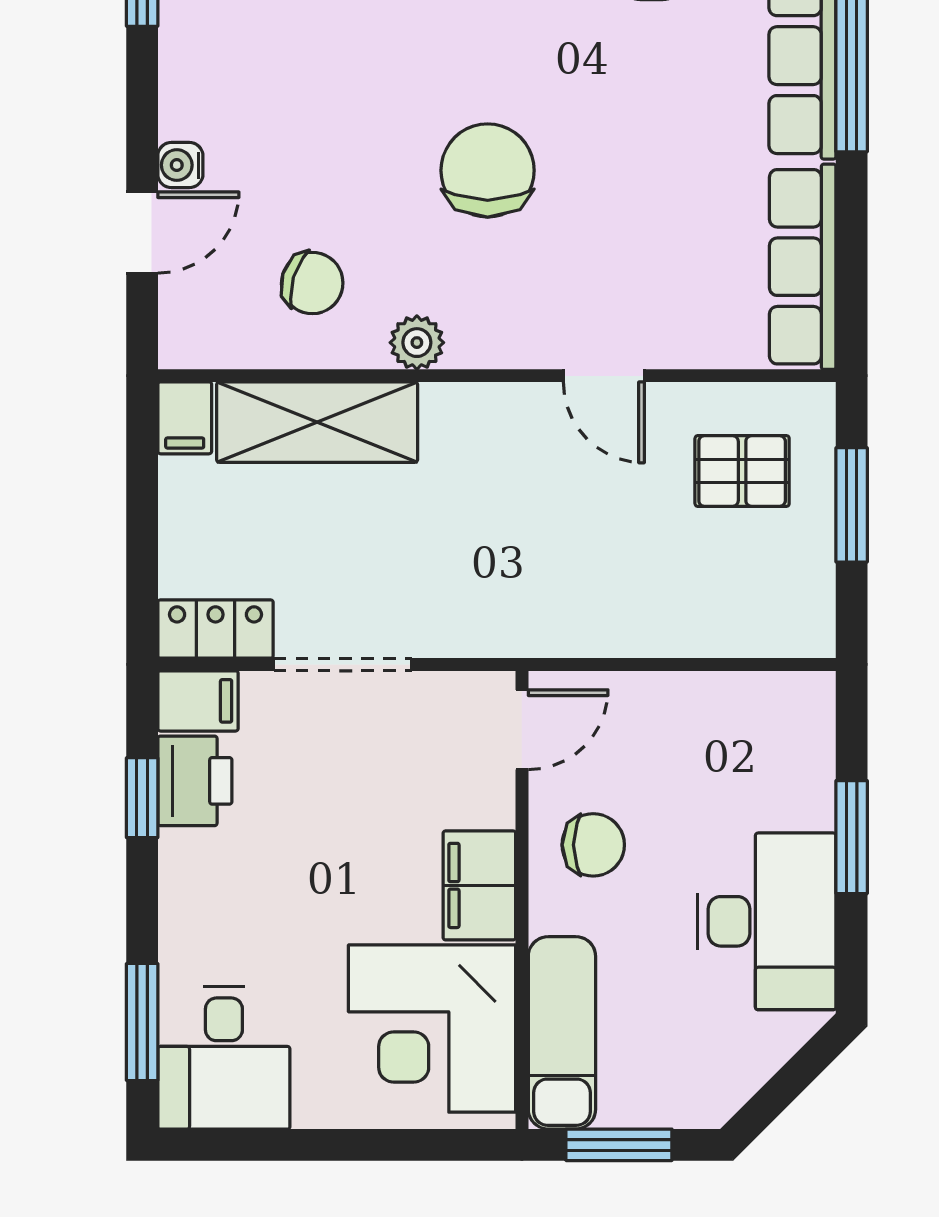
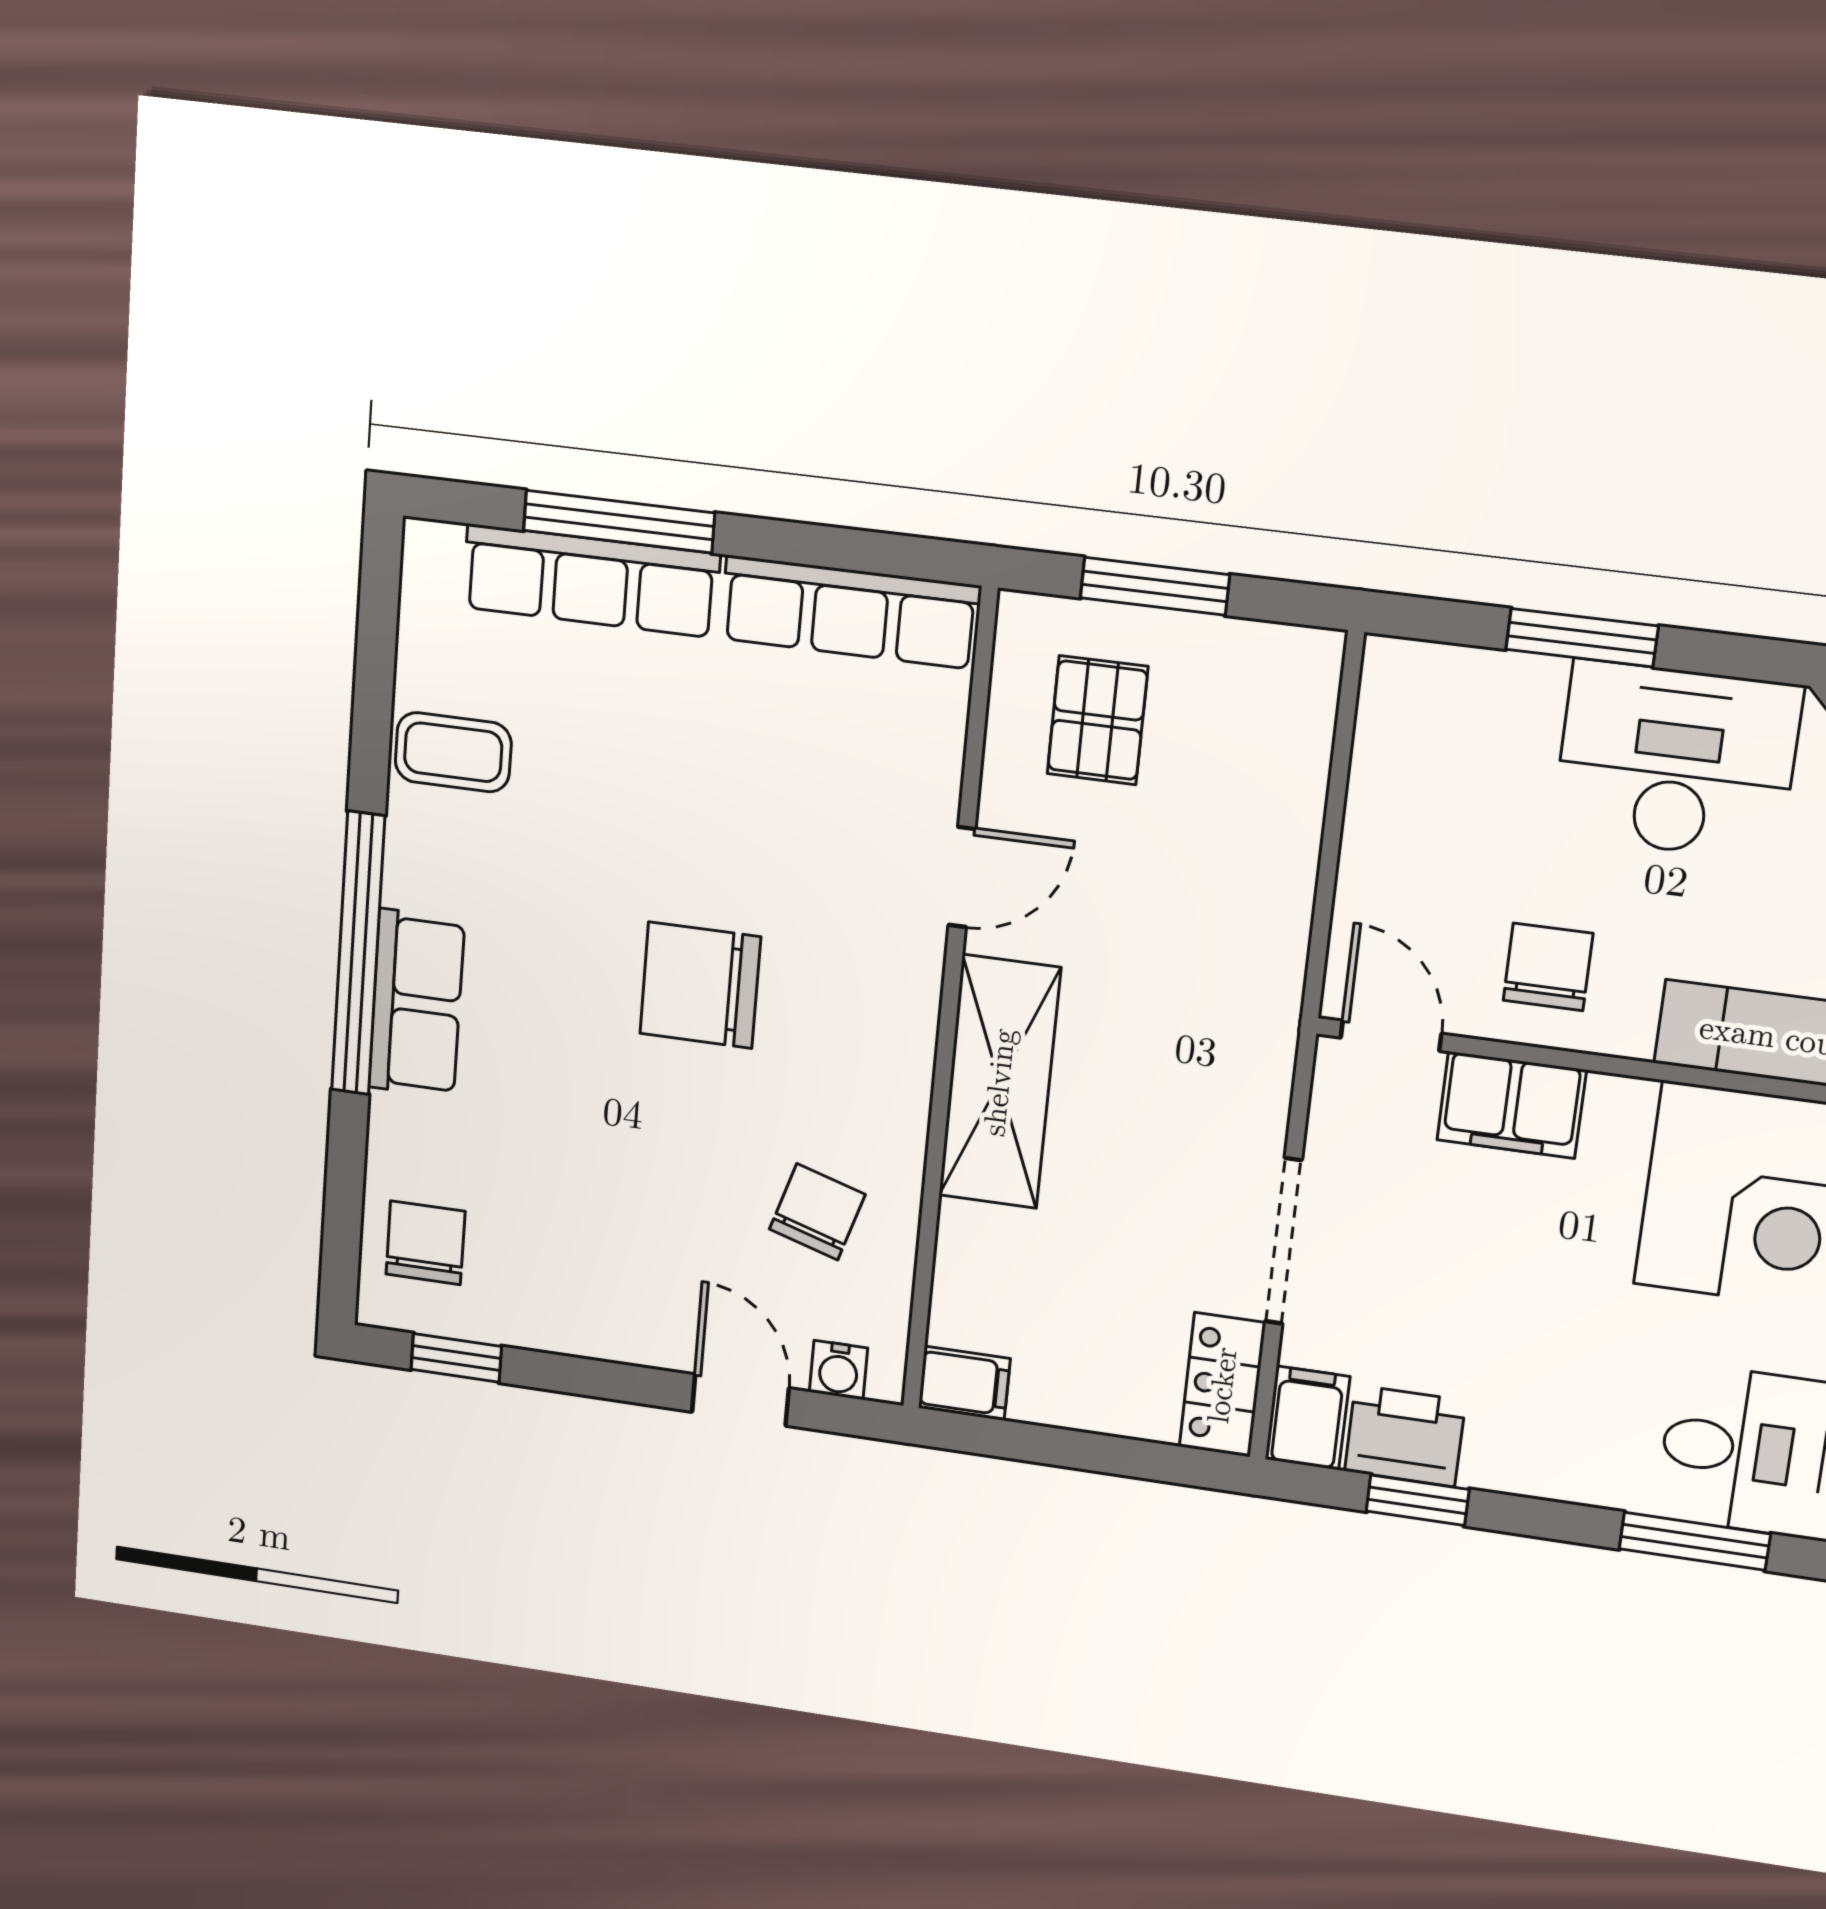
water cooler: (180, 165) -> (839, 1370), moved
plant: (417, 343) -> (900, 1098), removed
shelving: (317, 422) -> (999, 1082), moved
filing cabinet: (479, 885) -> (1512, 1105), moved

